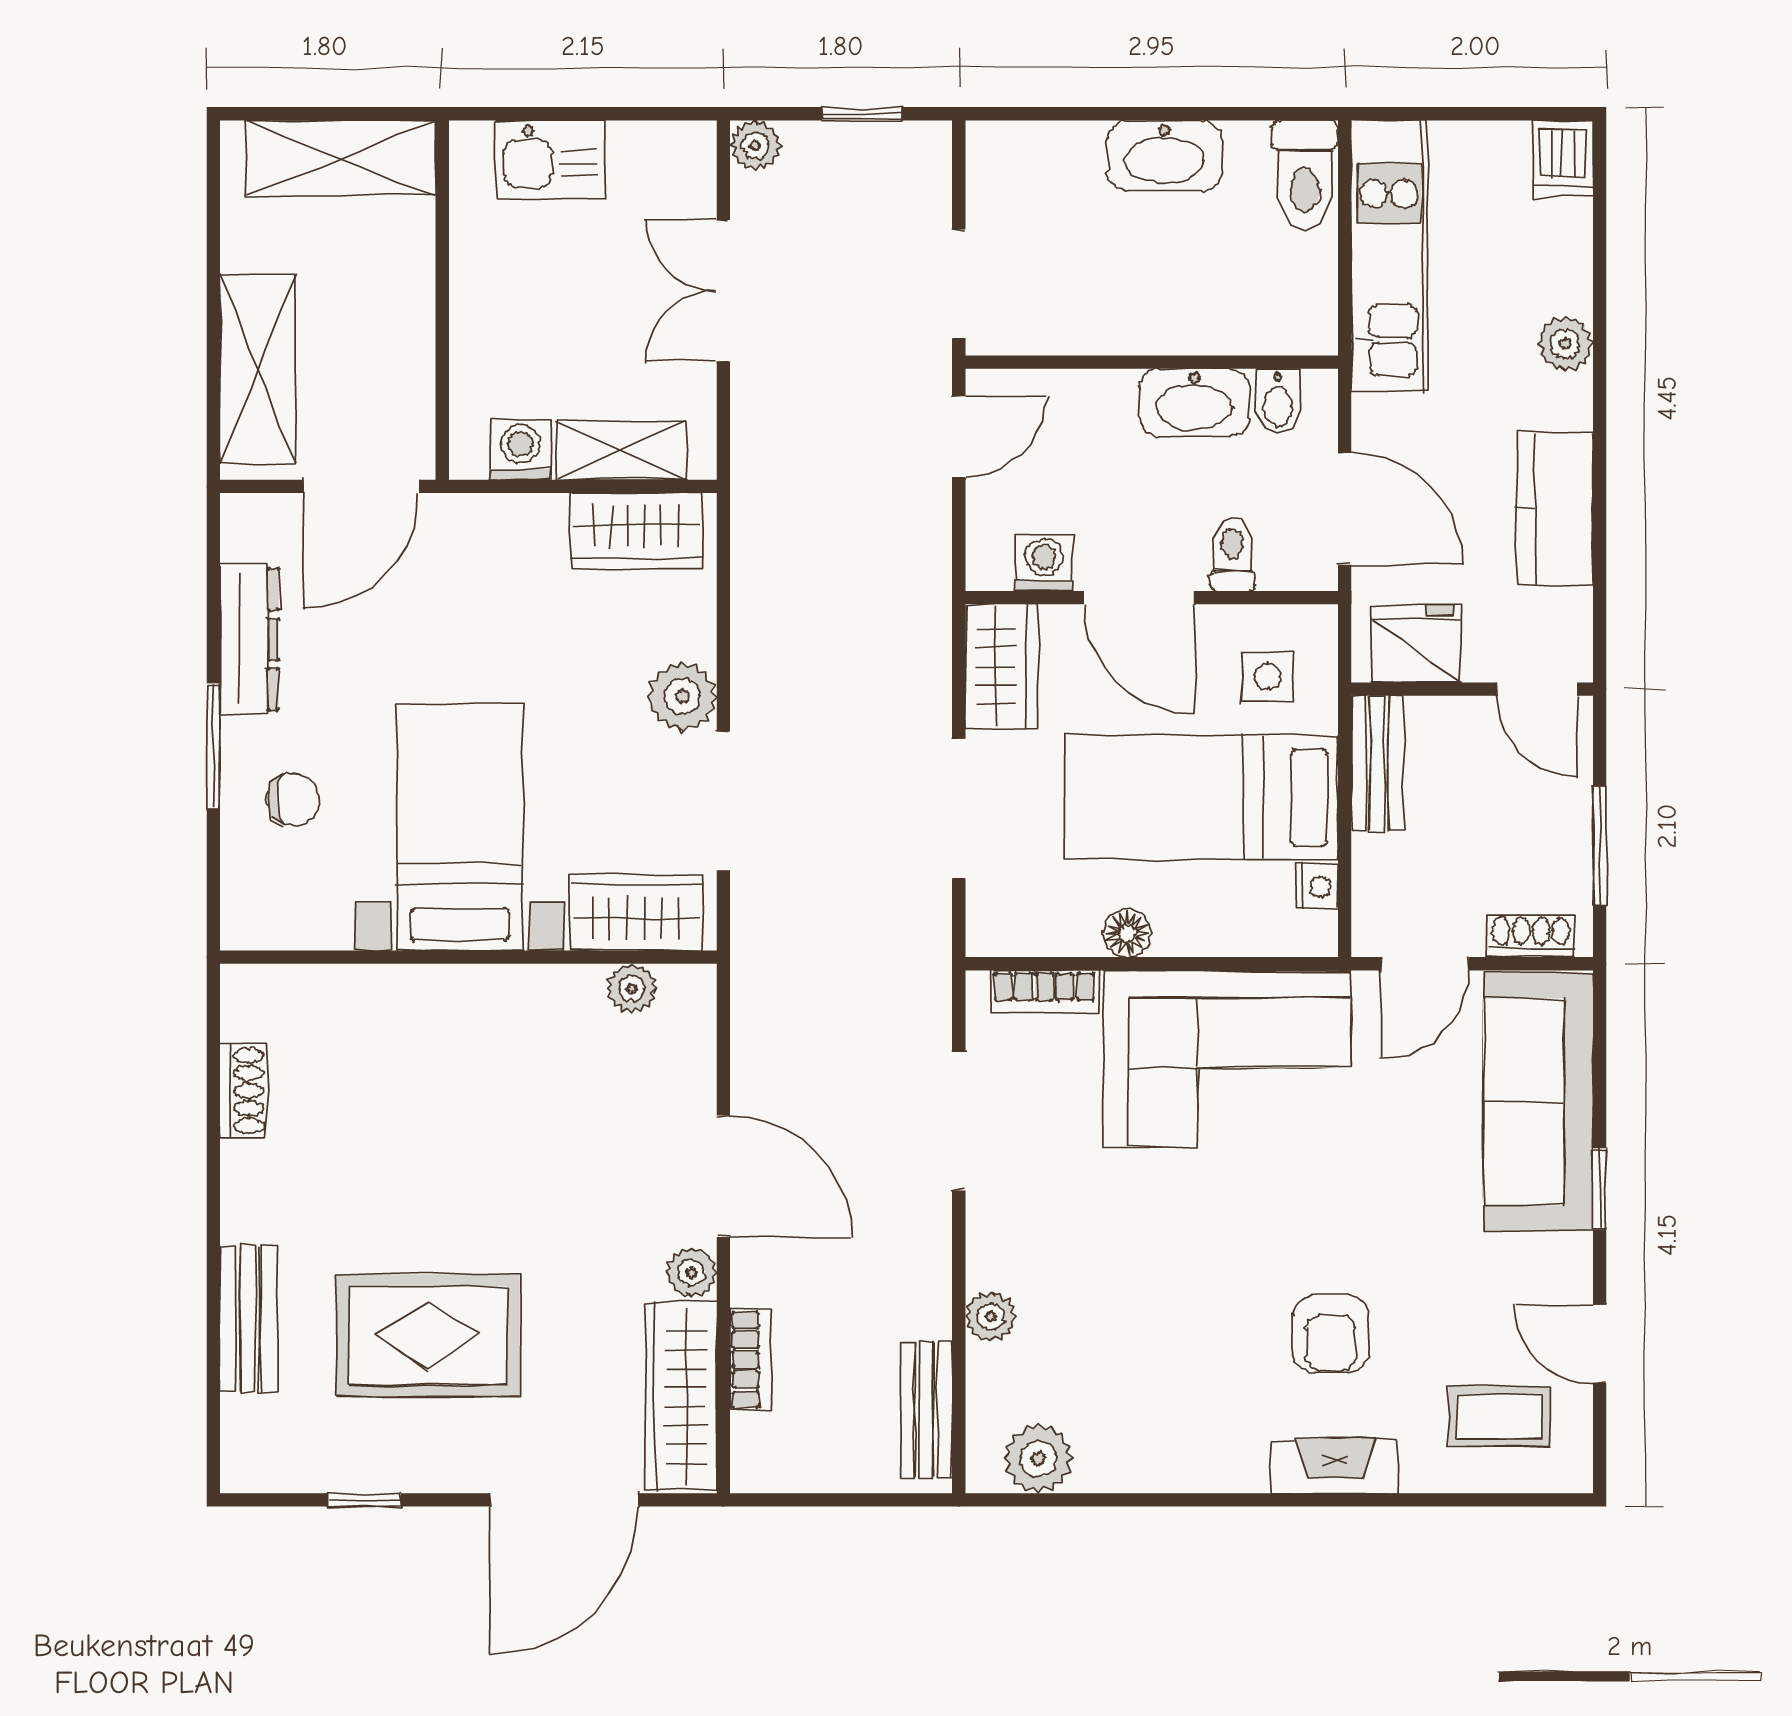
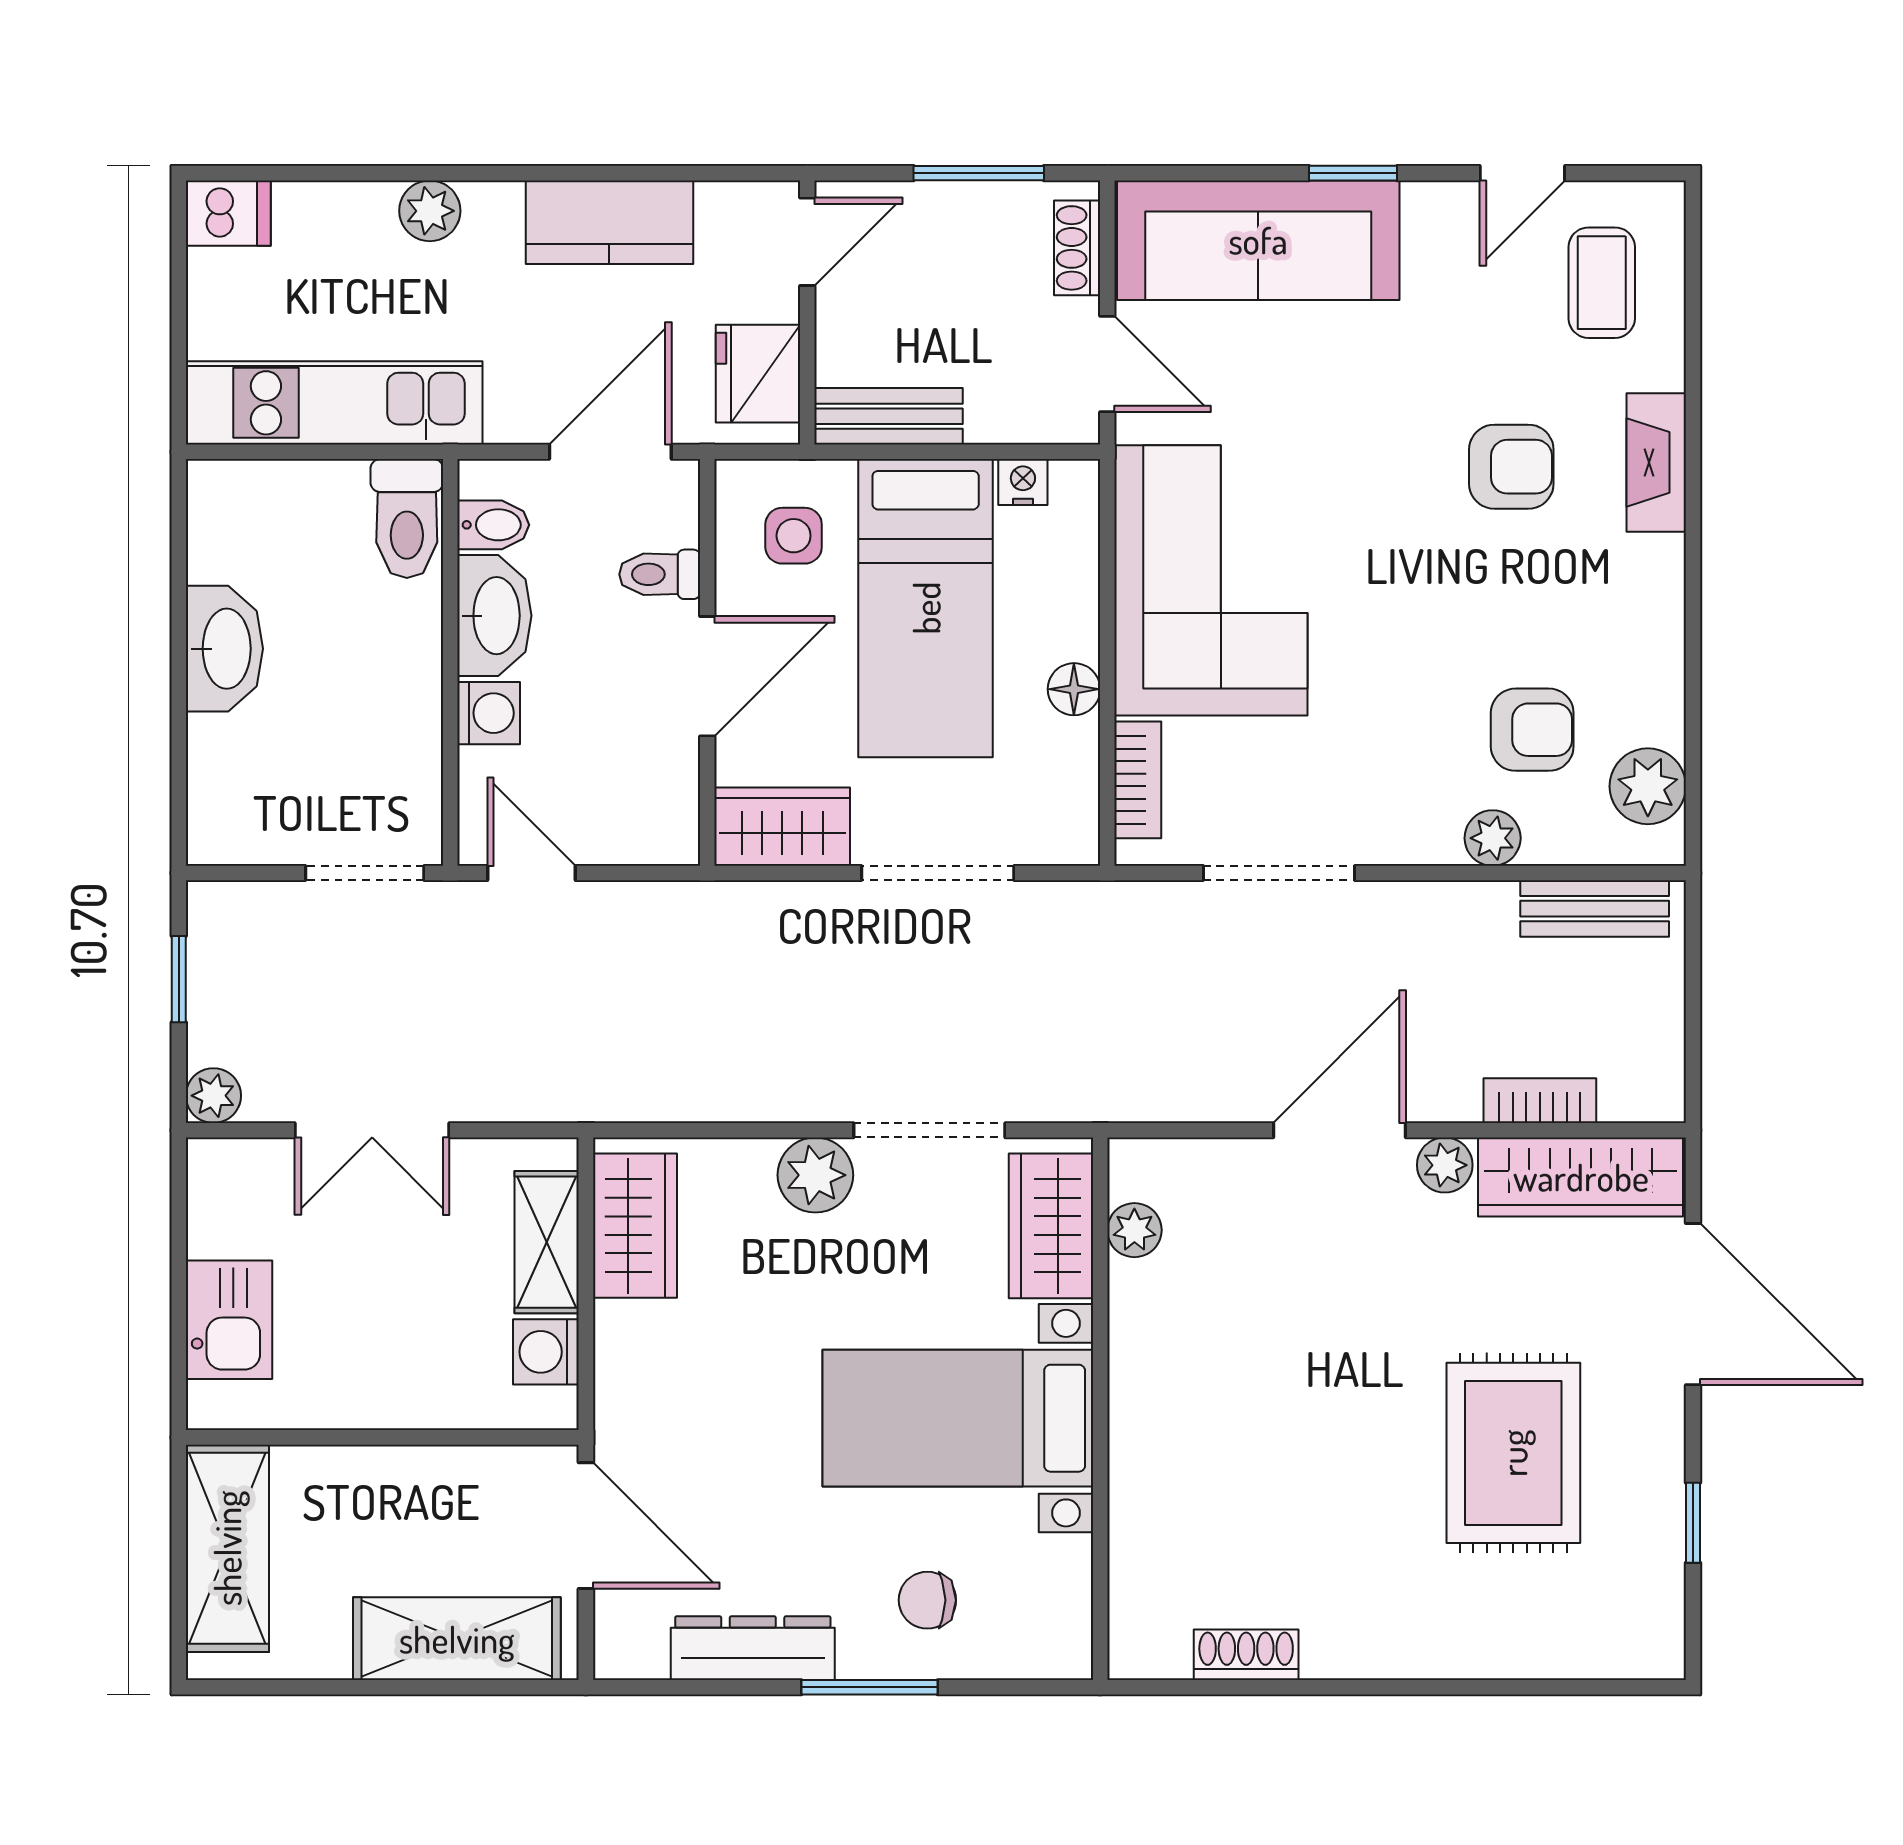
toilet: (1305, 175) -> (407, 518), moved, turned 90
washing machine: (1044, 562) -> (489, 713), moved, turned 180
chair: (293, 799) -> (927, 1600), turned -90
bench: (248, 1319) -> (1495, 1650), removed
armchair: (1090, 1353) -> (1532, 730), added

